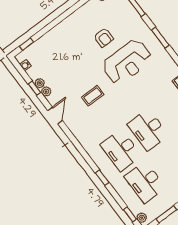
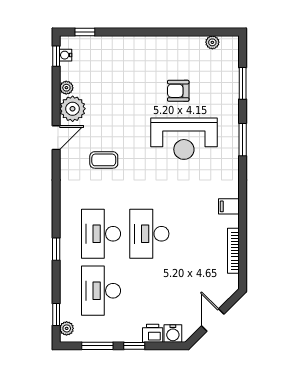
armchair: (104, 38) -> (178, 91), turned 90
window: (34, 88) -> (56, 56), moved
plant: (46, 92) -> (73, 109), width x1.88, depth x1.88
coffee table: (93, 96) -> (104, 160), moved

